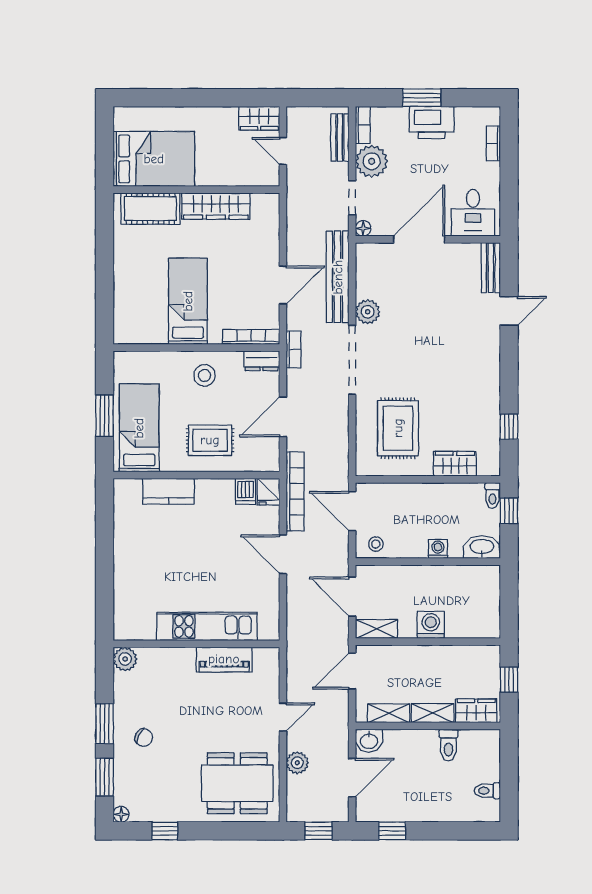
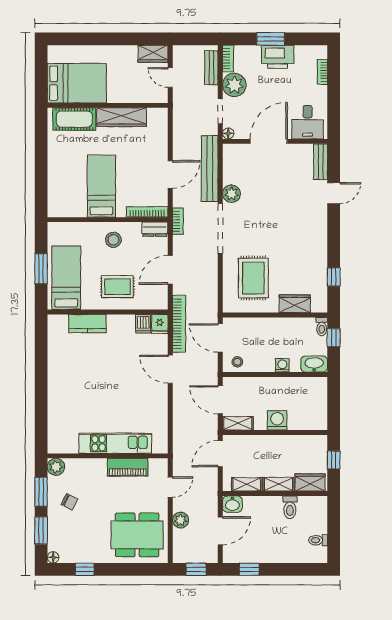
kitchen unit: (207, 626) -> (115, 443), moved
wall: (196, 644) -> (108, 456), moved
plant: (125, 659) -> (56, 467), moved
piano: (224, 659) -> (128, 467), moved

